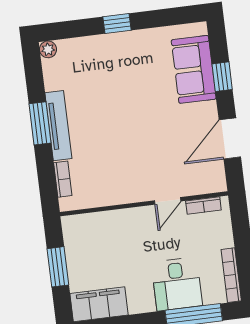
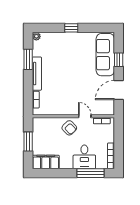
sofa: (194, 69) -> (105, 55), width x1.36
window: (40, 123) -> (28, 59), moved
door: (168, 201) -> (85, 116), swing flipped
armchair: (139, 228) -> (69, 128), added

